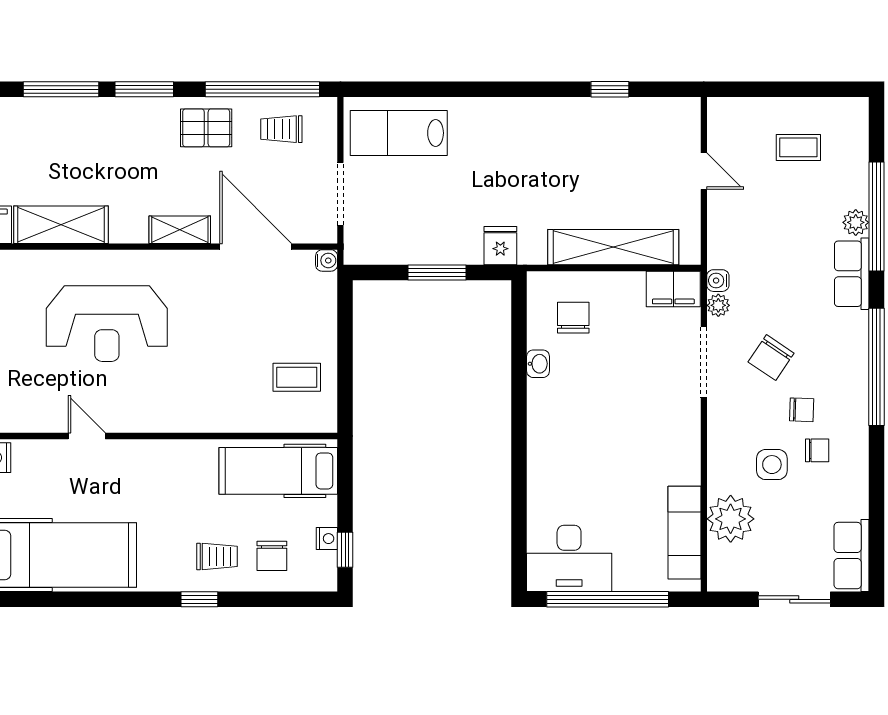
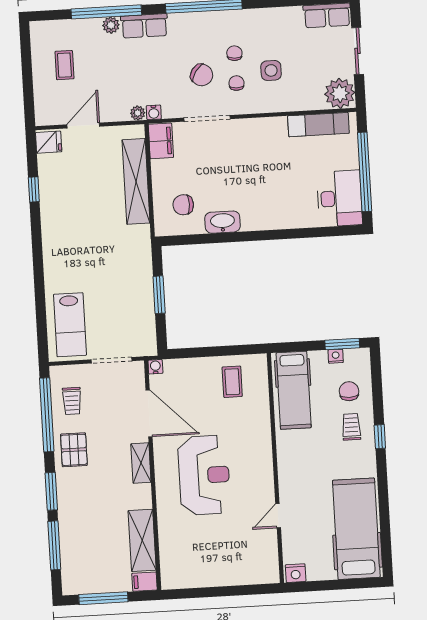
door: (704, 171) -> (83, 126), width x1.38
fridge: (500, 246) -> (49, 142), moved, turned 180
door: (256, 247) -> (149, 413), swing flipped
plant: (718, 305) -> (138, 113), moved
reception desk: (107, 324) -> (204, 475), moved
washbasin: (538, 364) -> (223, 222), width x1.91, depth x1.45
chair: (817, 450) -> (236, 83), moved
plant: (731, 519) -> (340, 93), moved
window: (345, 550) -> (342, 344), width x1.50
chair: (272, 556) -> (349, 391), turned -90

